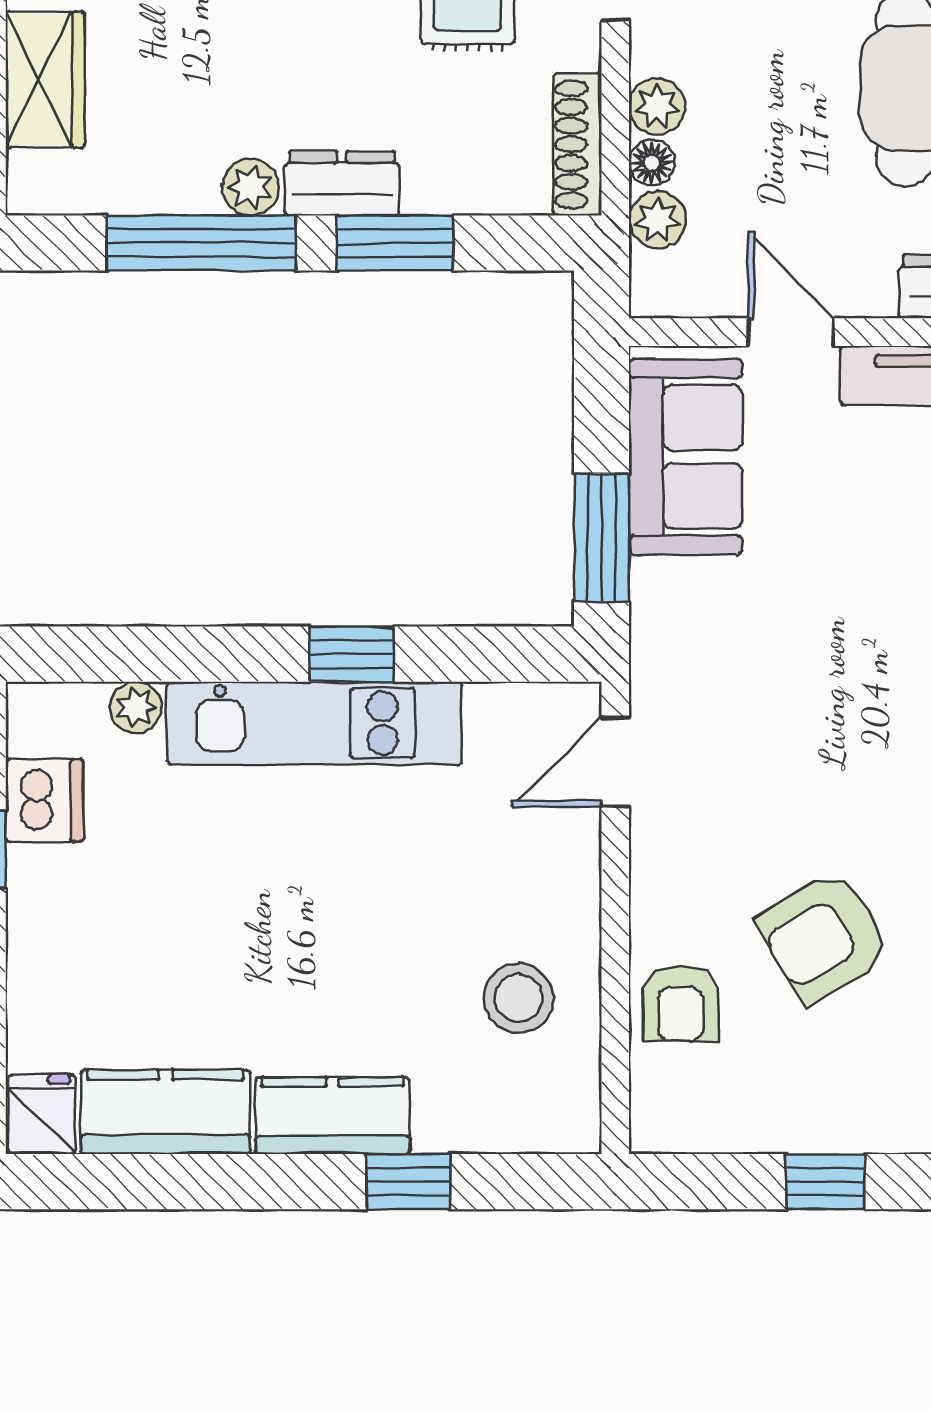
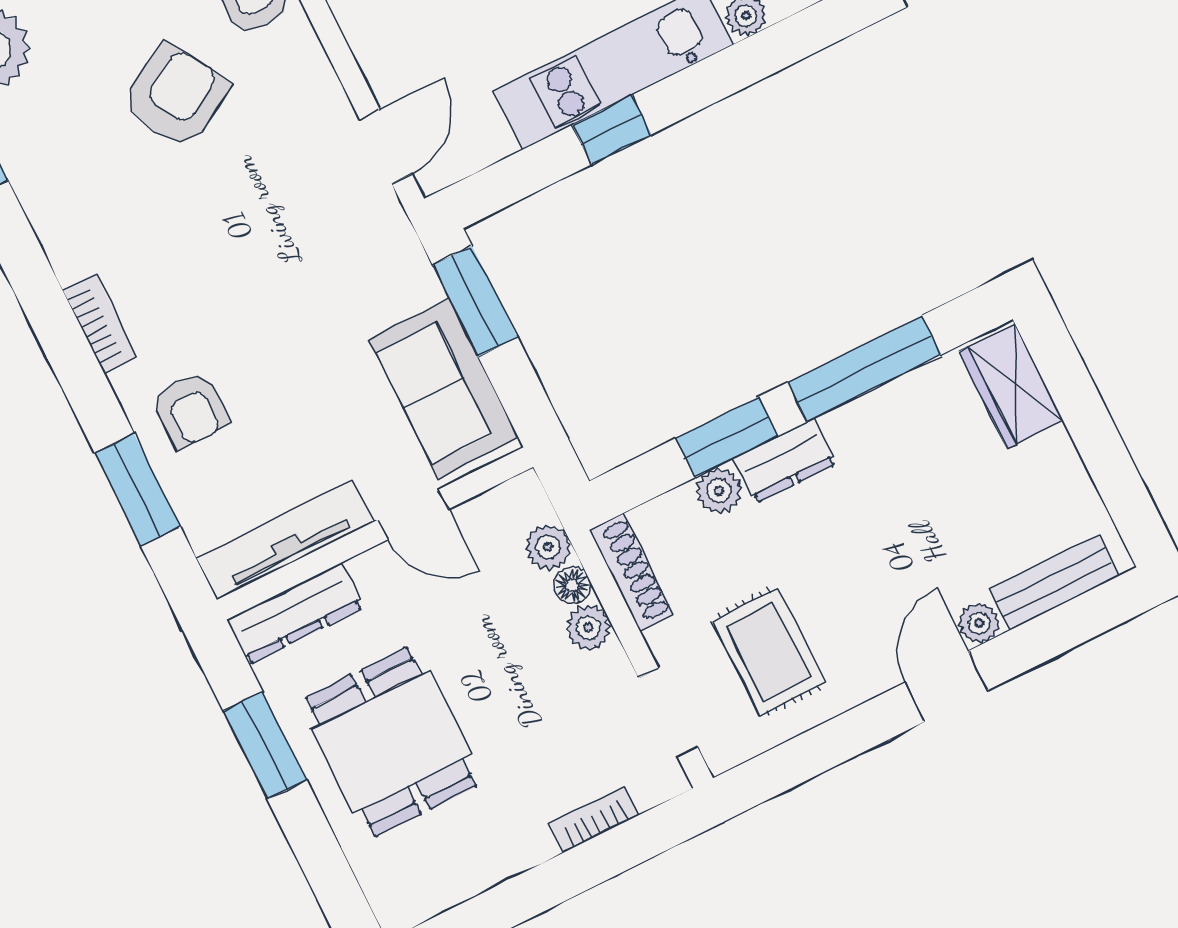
wardrobe: (45, 79) -> (1011, 386), moved
plant: (251, 187) -> (719, 491), moved

